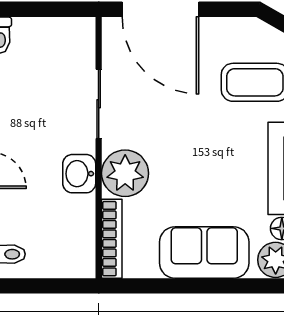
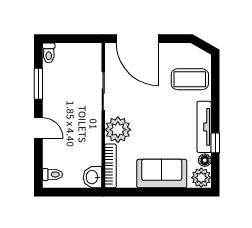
washbasin: (79, 174) -> (92, 177), moved

